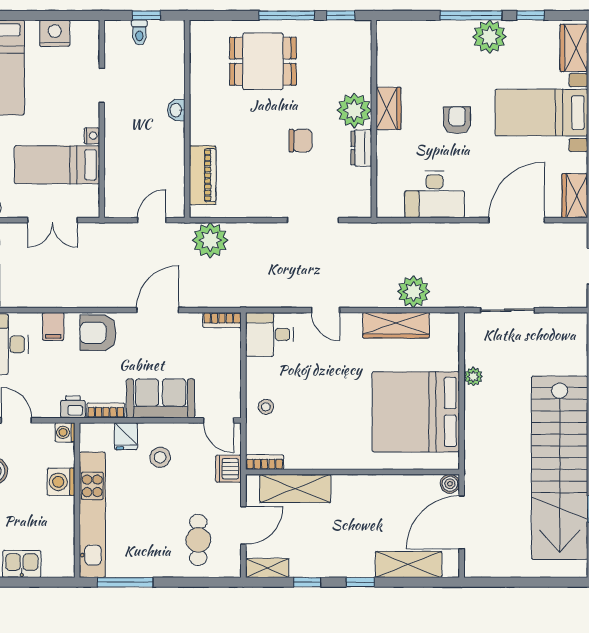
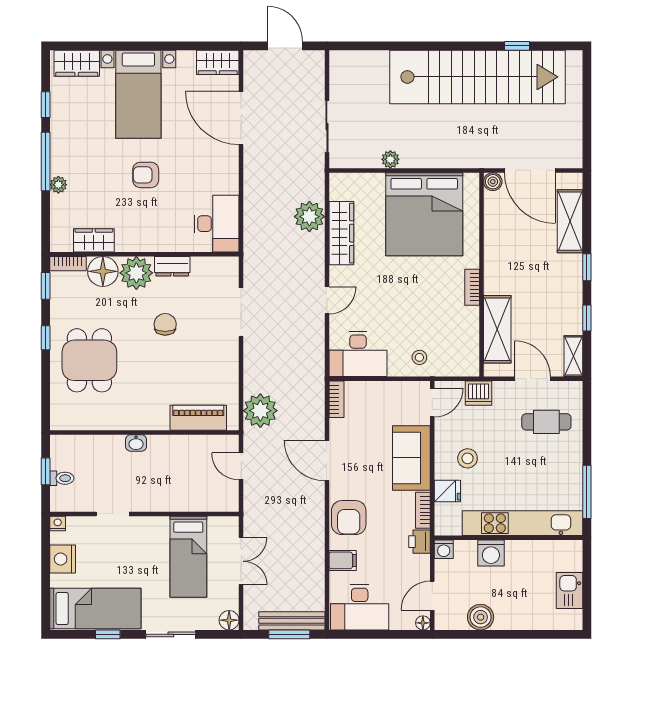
window: (287, 15) -> (46, 338), width x0.46
plant: (490, 37) -> (58, 185), moved, width x0.53, depth x0.53
bookcase: (364, 39) -> (68, 264), added
floor lamp: (356, 75) -> (103, 271), added
wardrobe: (389, 108) -> (94, 240), moved
nightstand: (92, 136) -> (58, 524), moved
desk: (435, 194) -> (217, 224), moved
desk: (270, 334) -> (358, 354), width x1.37
bookcase: (265, 462) -> (472, 287), moved

